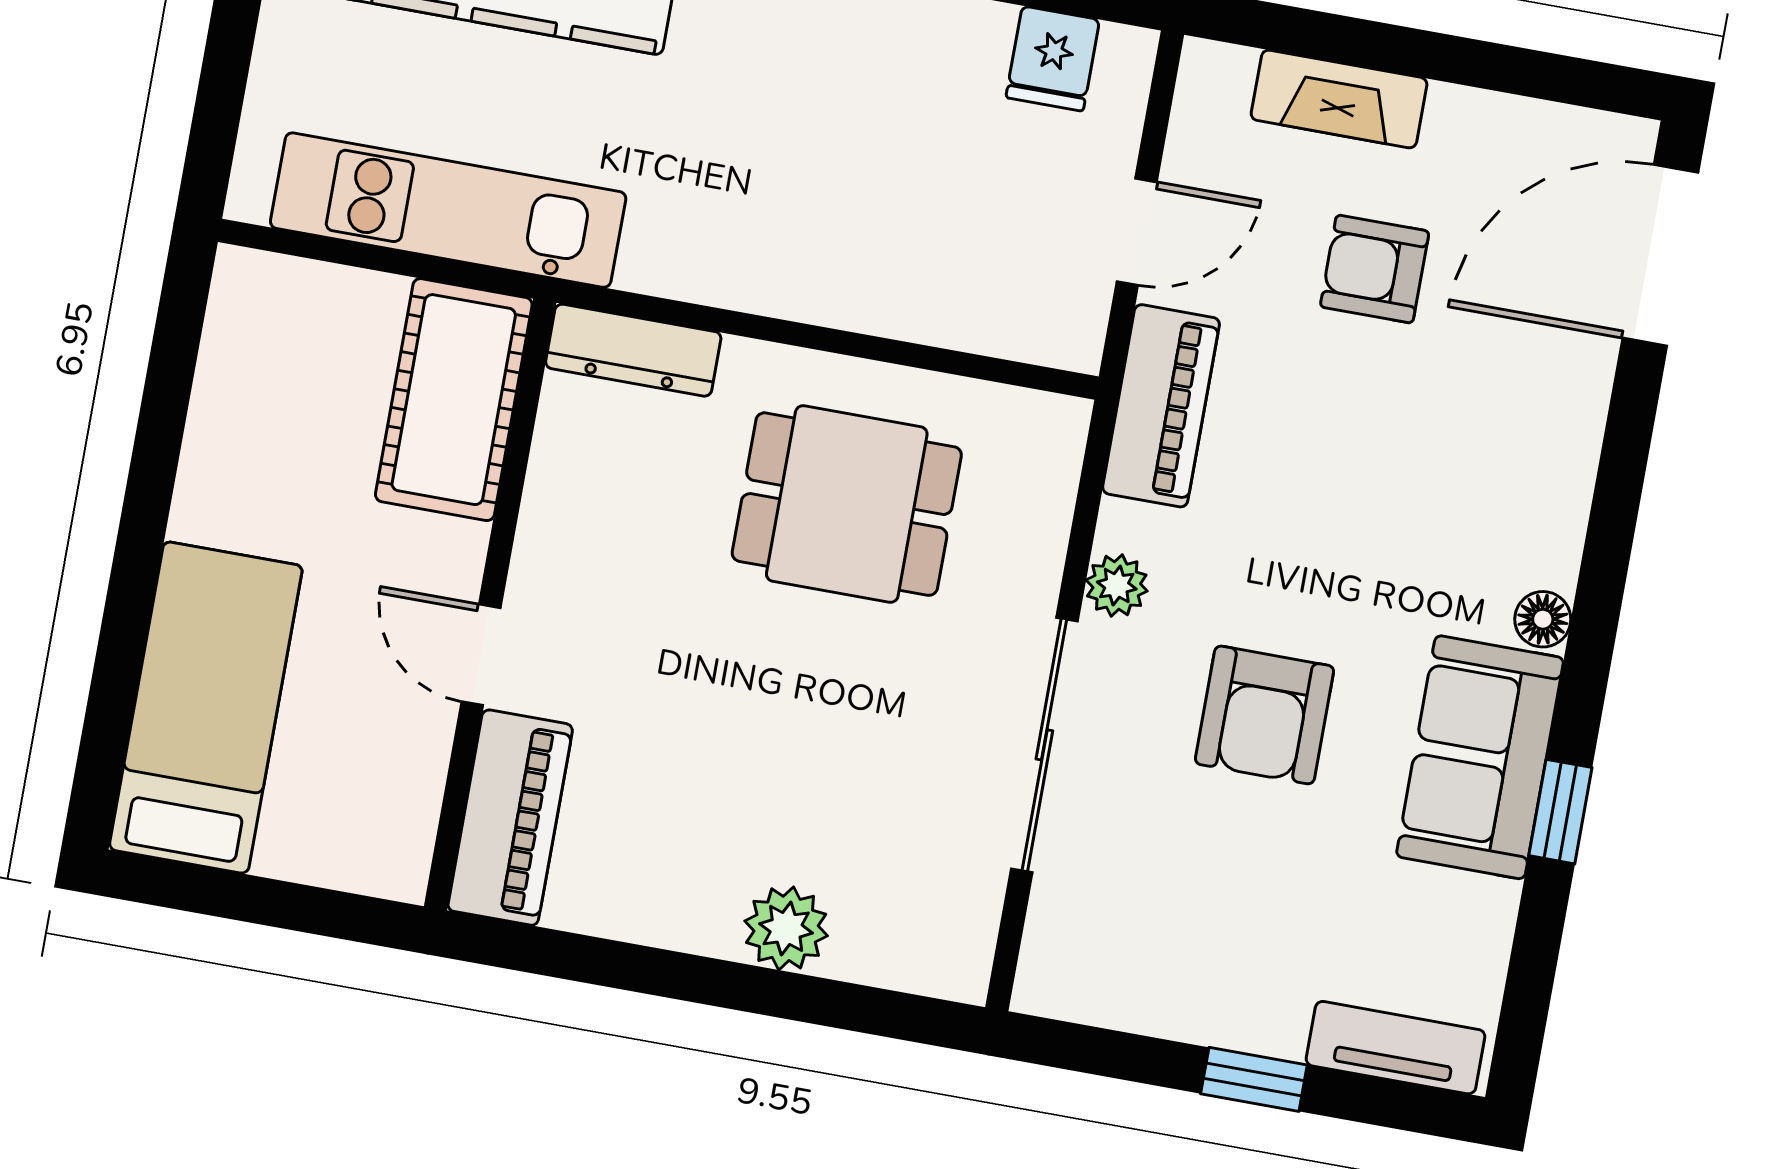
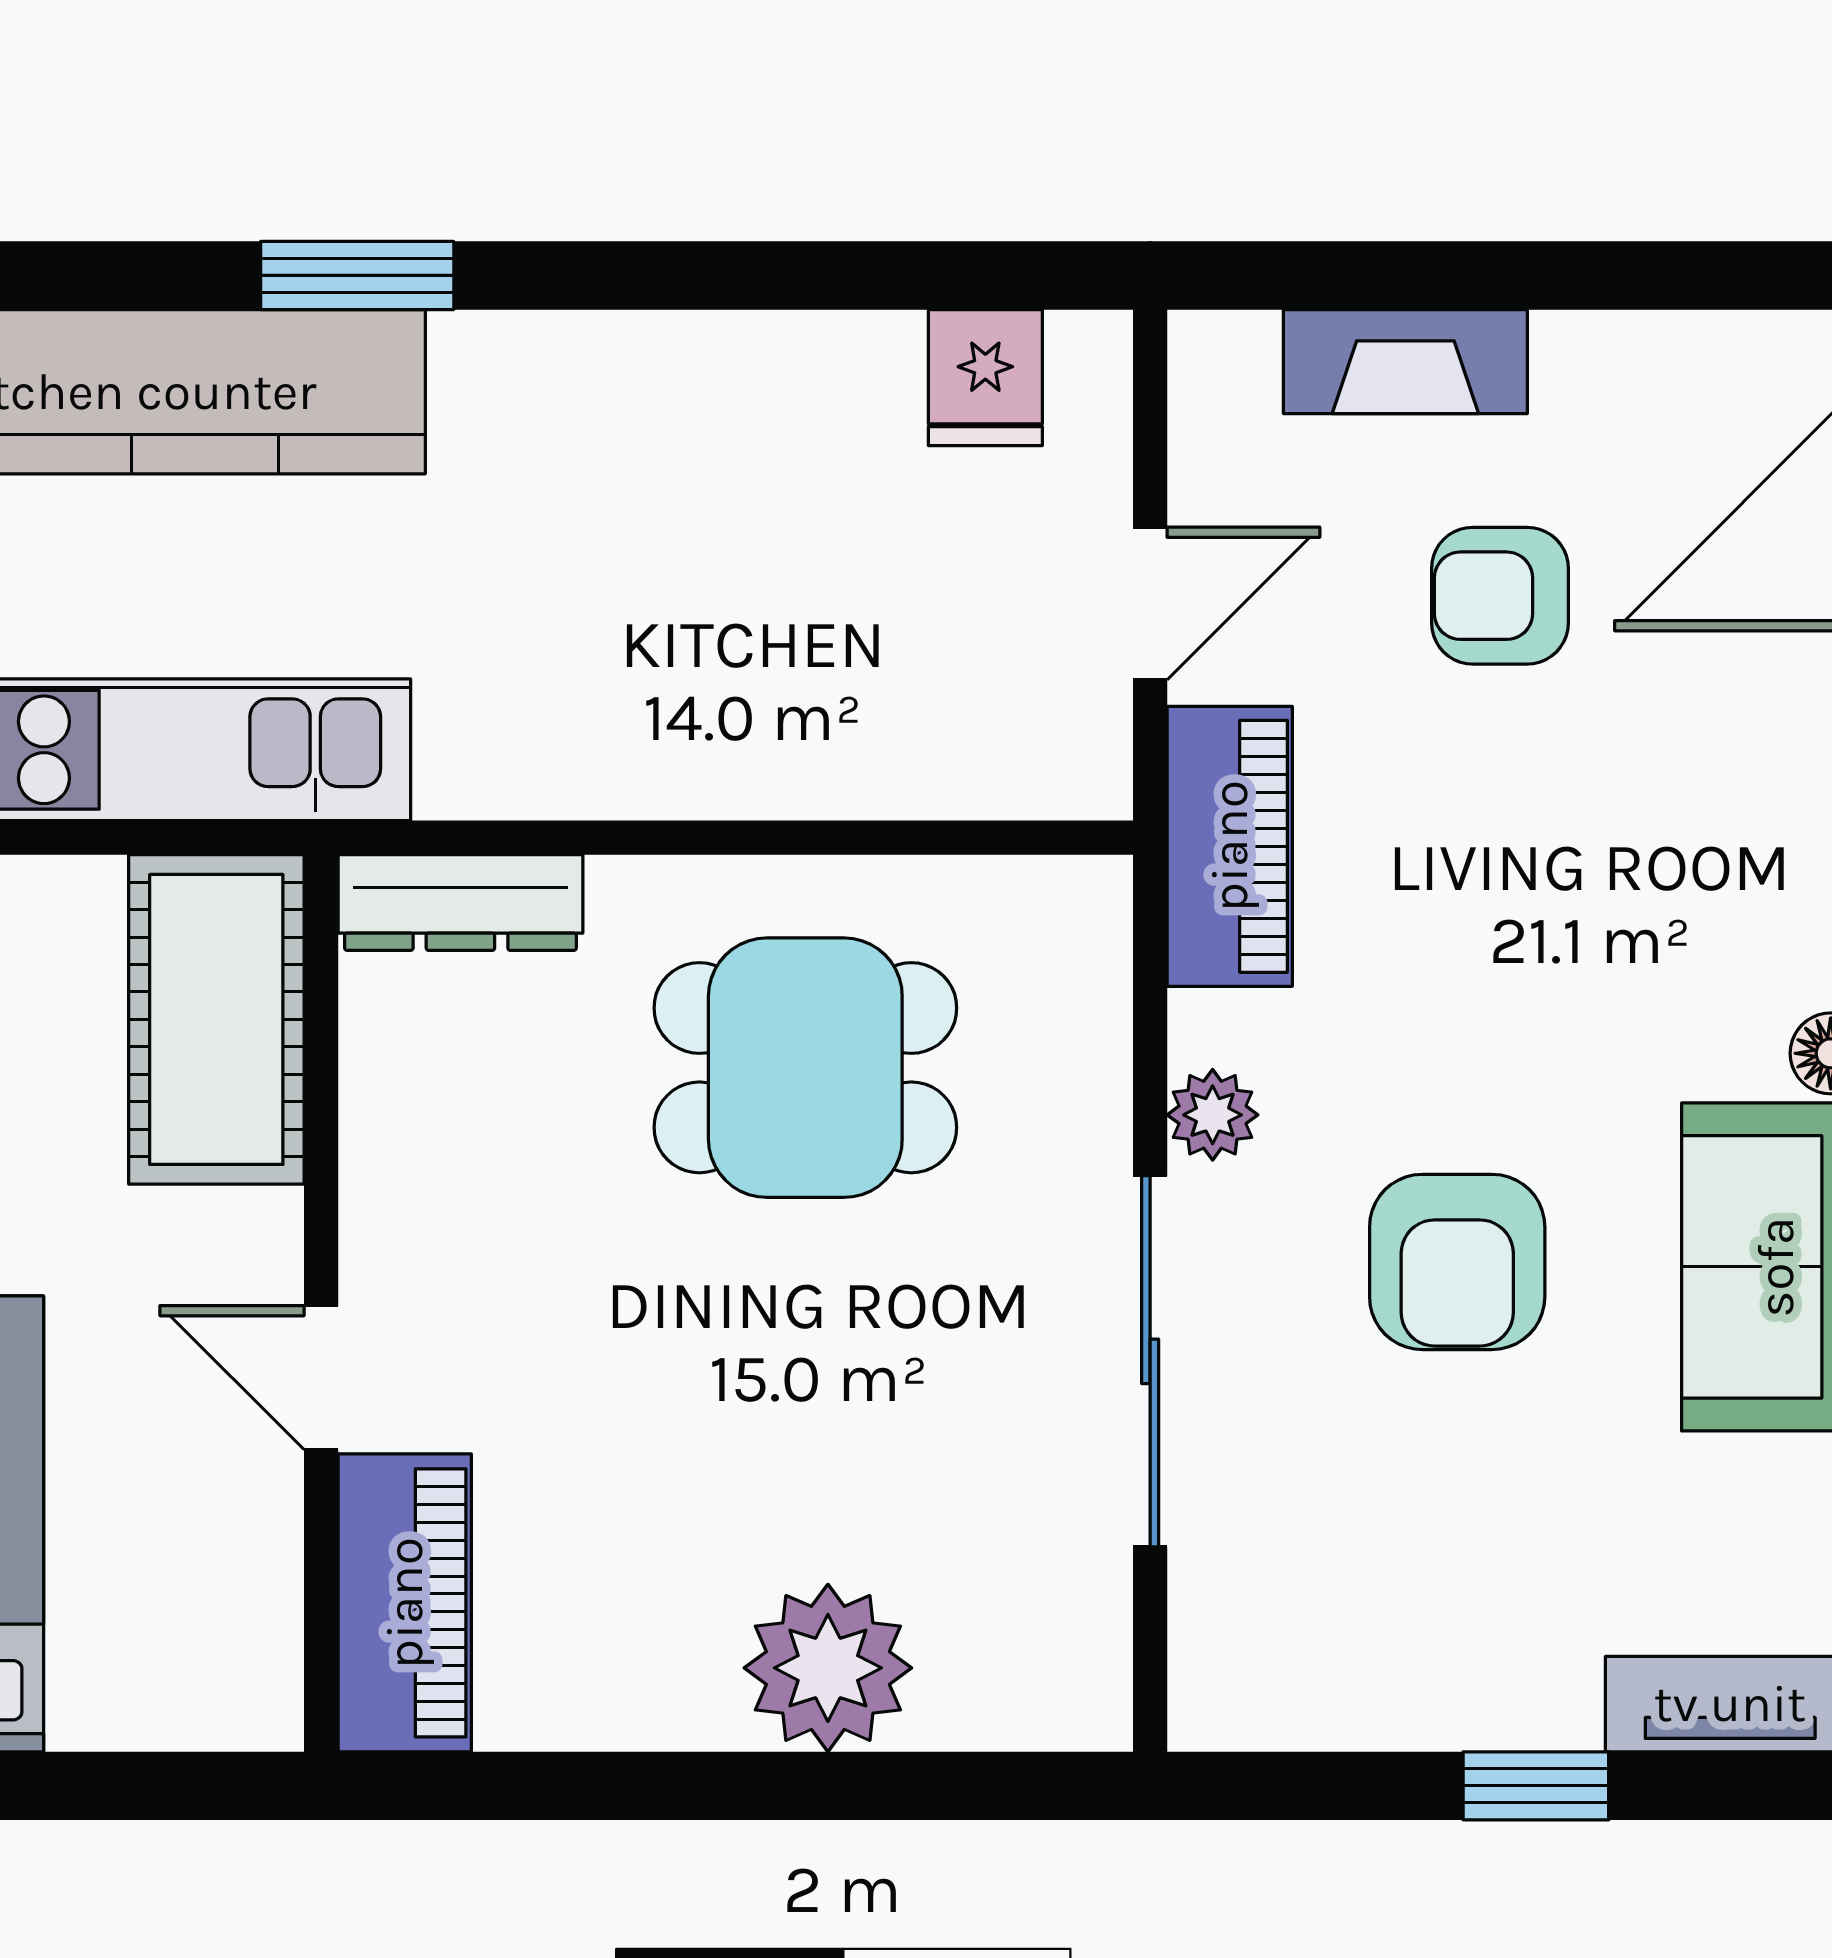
plant: (786, 928) -> (828, 1668), width x1.36, depth x1.36

